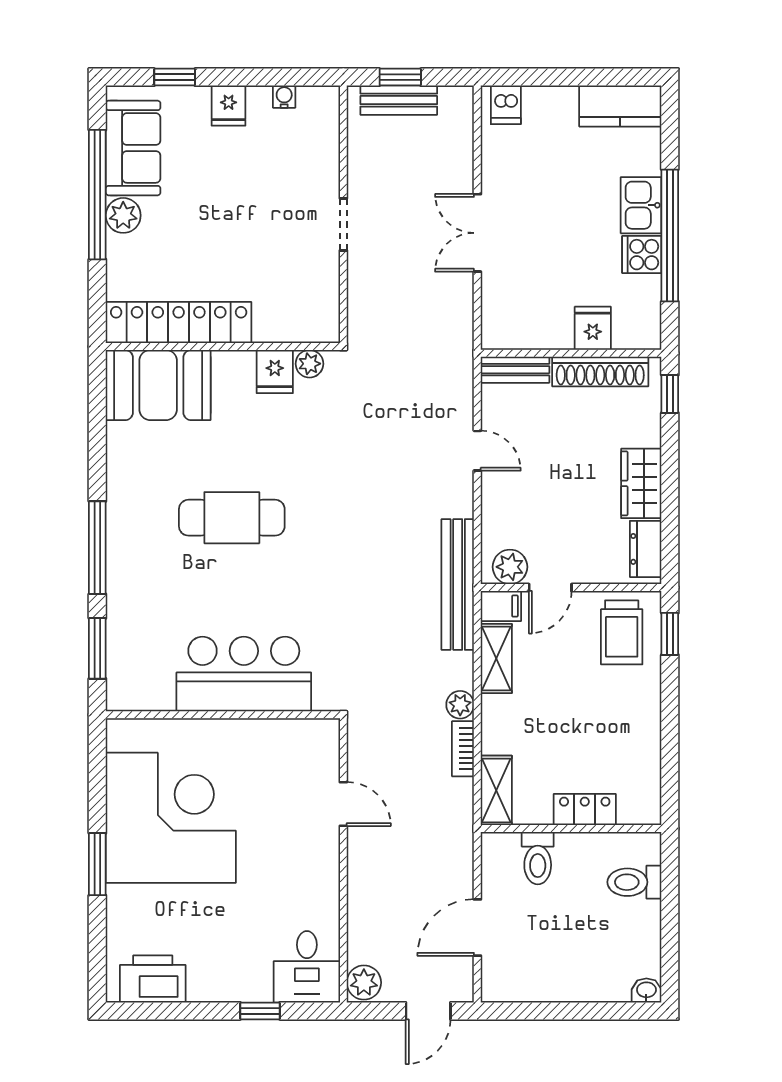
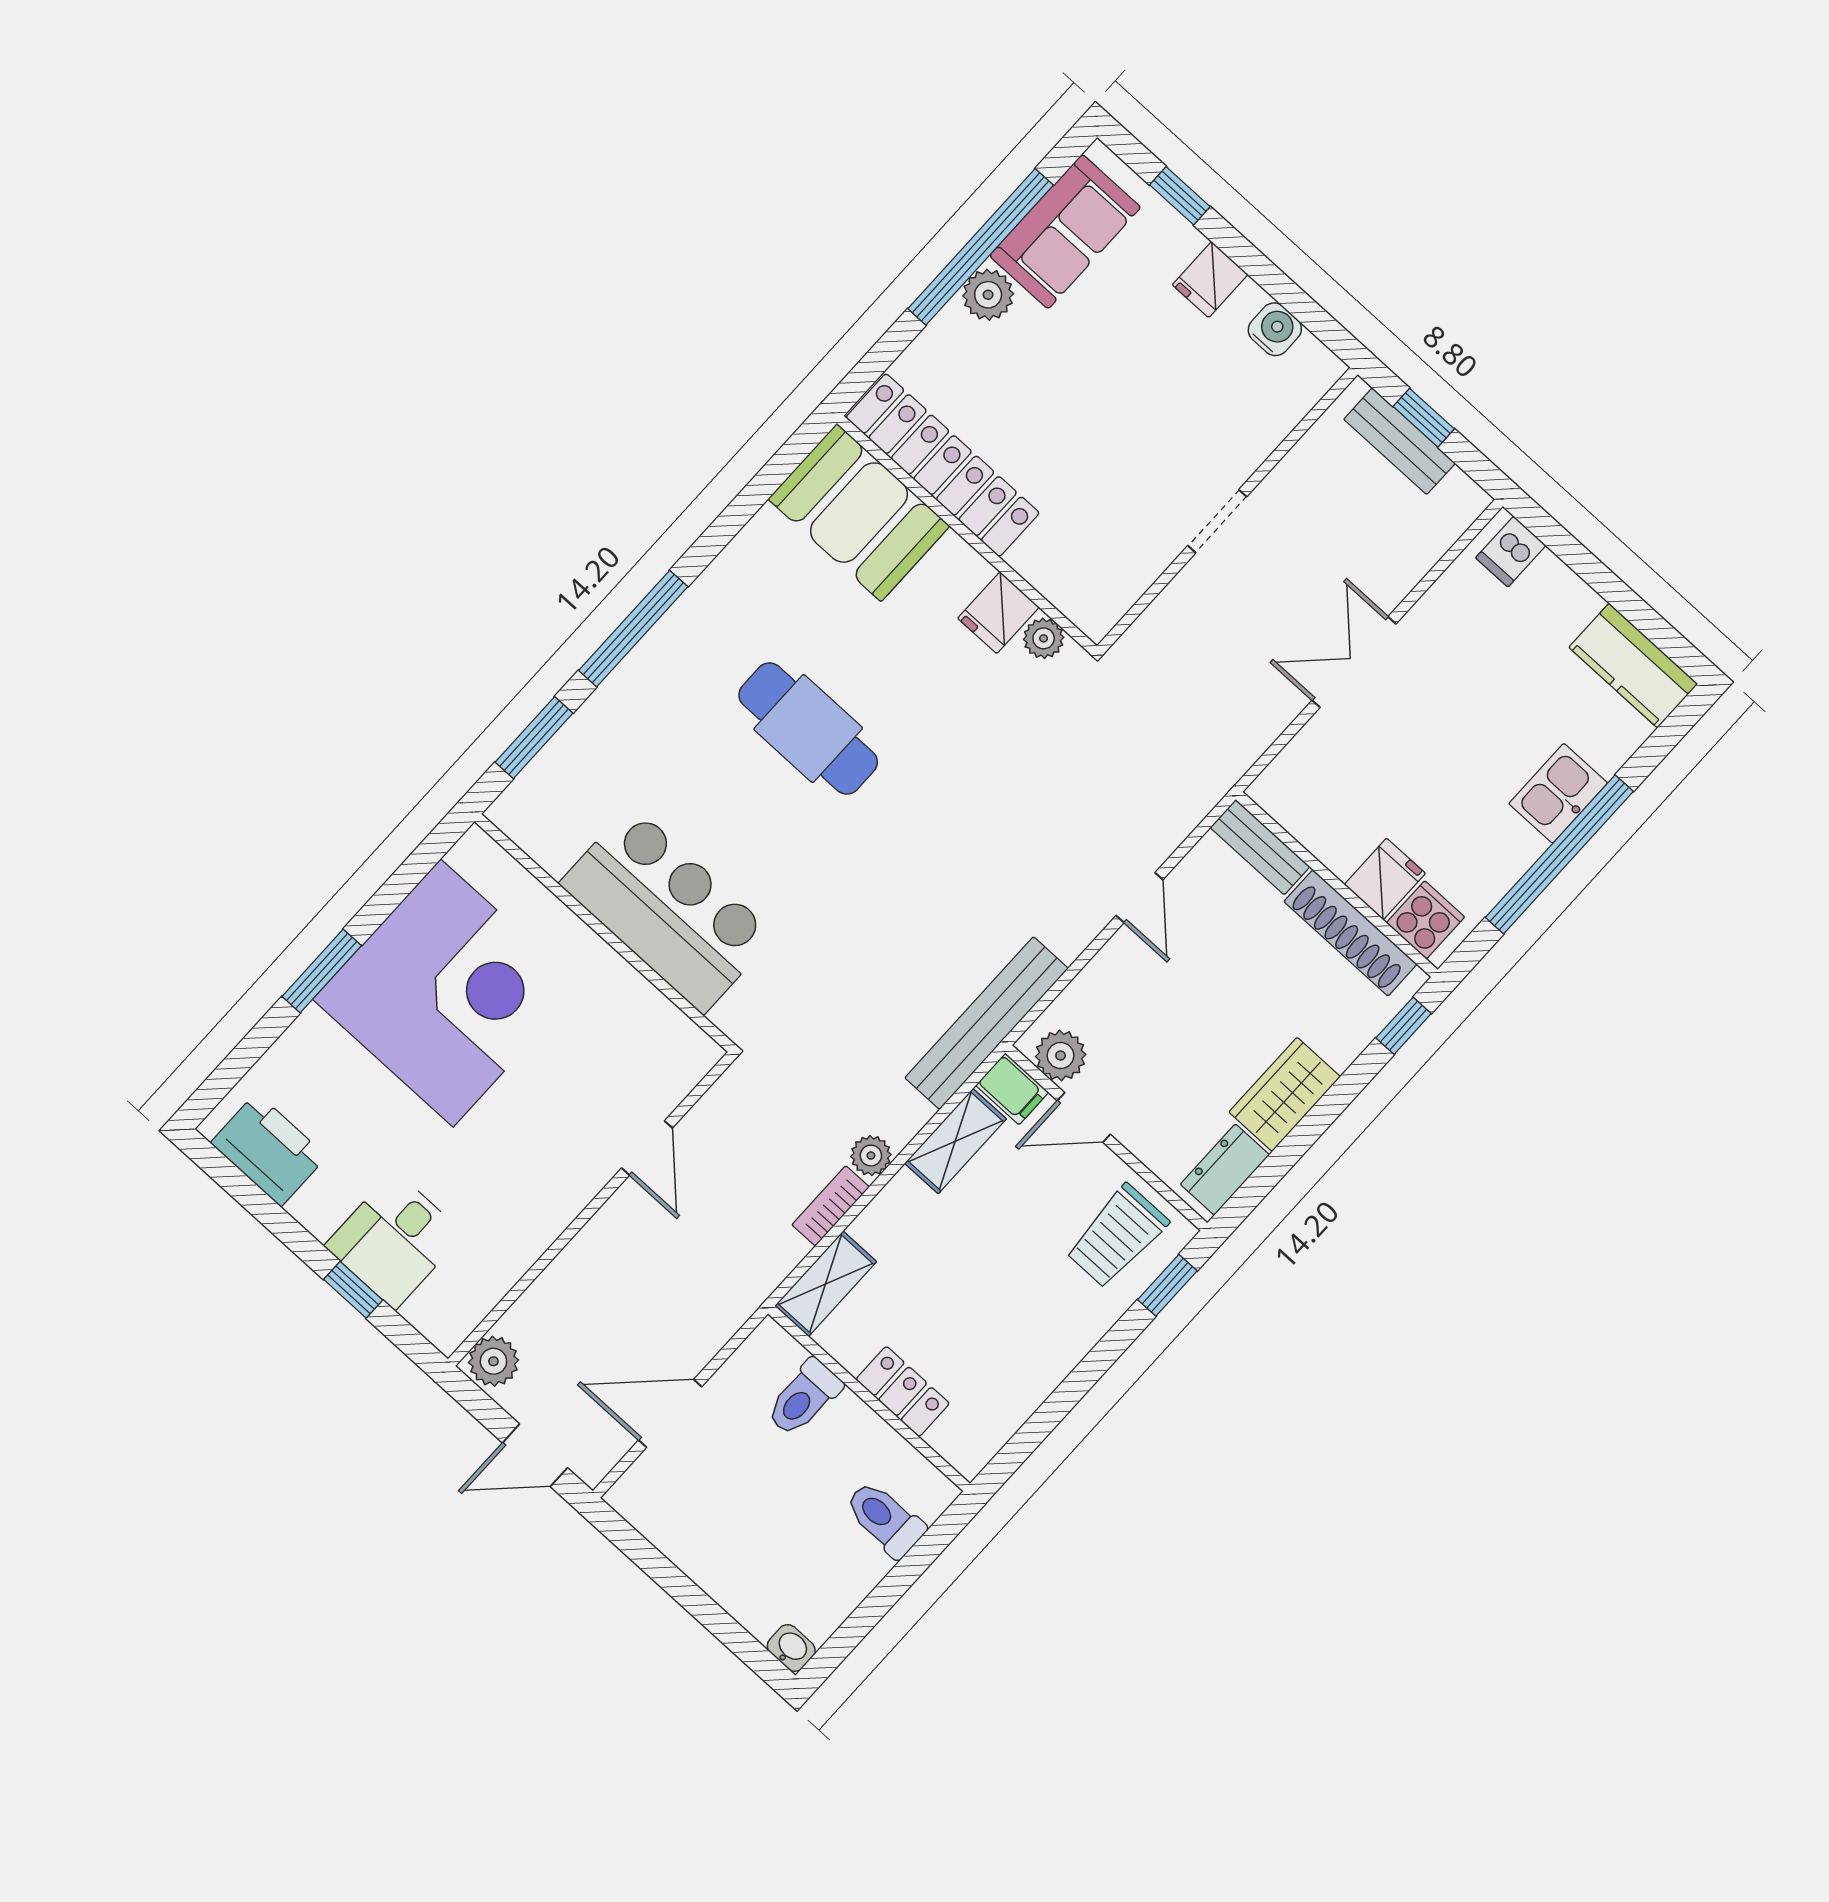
water cooler: (284, 97) -> (1275, 329), width x1.38, depth x1.38
cooker: (642, 255) -> (1425, 920), moved, turned 90
desk: (307, 967) -> (394, 1240), moved

